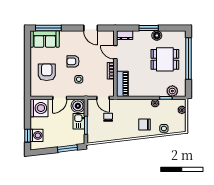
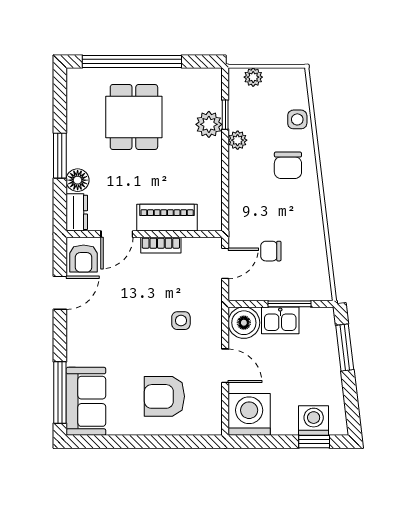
floor lamp: (157, 35) -> (78, 180), moved
armchair: (73, 61) -> (84, 258), moved
piano: (122, 84) -> (167, 218), moved
plant: (172, 91) -> (209, 124), moved

